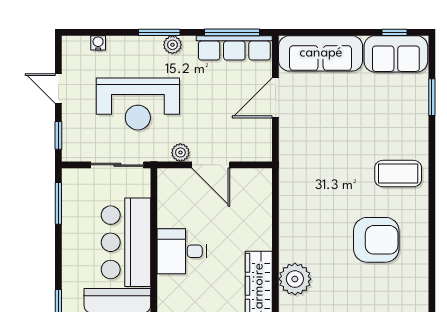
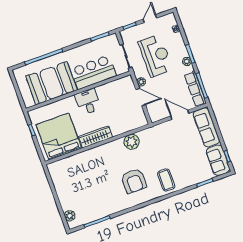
reception desk: (138, 104) -> (156, 56), turned 180
door: (211, 165) -> (141, 97), swing flipped
desk: (182, 251) -> (88, 102), moved
plant: (295, 279) -> (132, 142), moved

